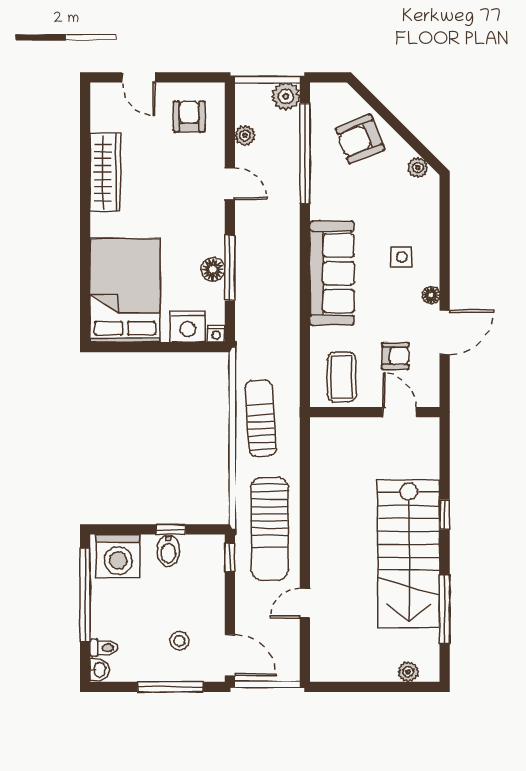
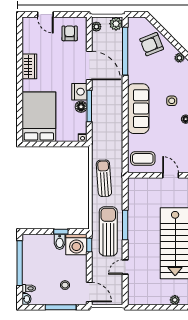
plant: (245, 135) -> (96, 27), moved
wardrobe: (105, 172) -> (29, 66), width x0.67
door: (230, 184) -> (89, 66), width x1.88
nightstand: (188, 327) -> (79, 92), moved, turned -90
armchair: (395, 356) -> (169, 148), removed
coffee table: (342, 377) -> (143, 158), turned 90
window: (305, 516) -> (125, 225), added
sun lounger: (270, 529) -> (108, 231), turned 180
washing machine: (118, 556) -> (76, 244), moved

